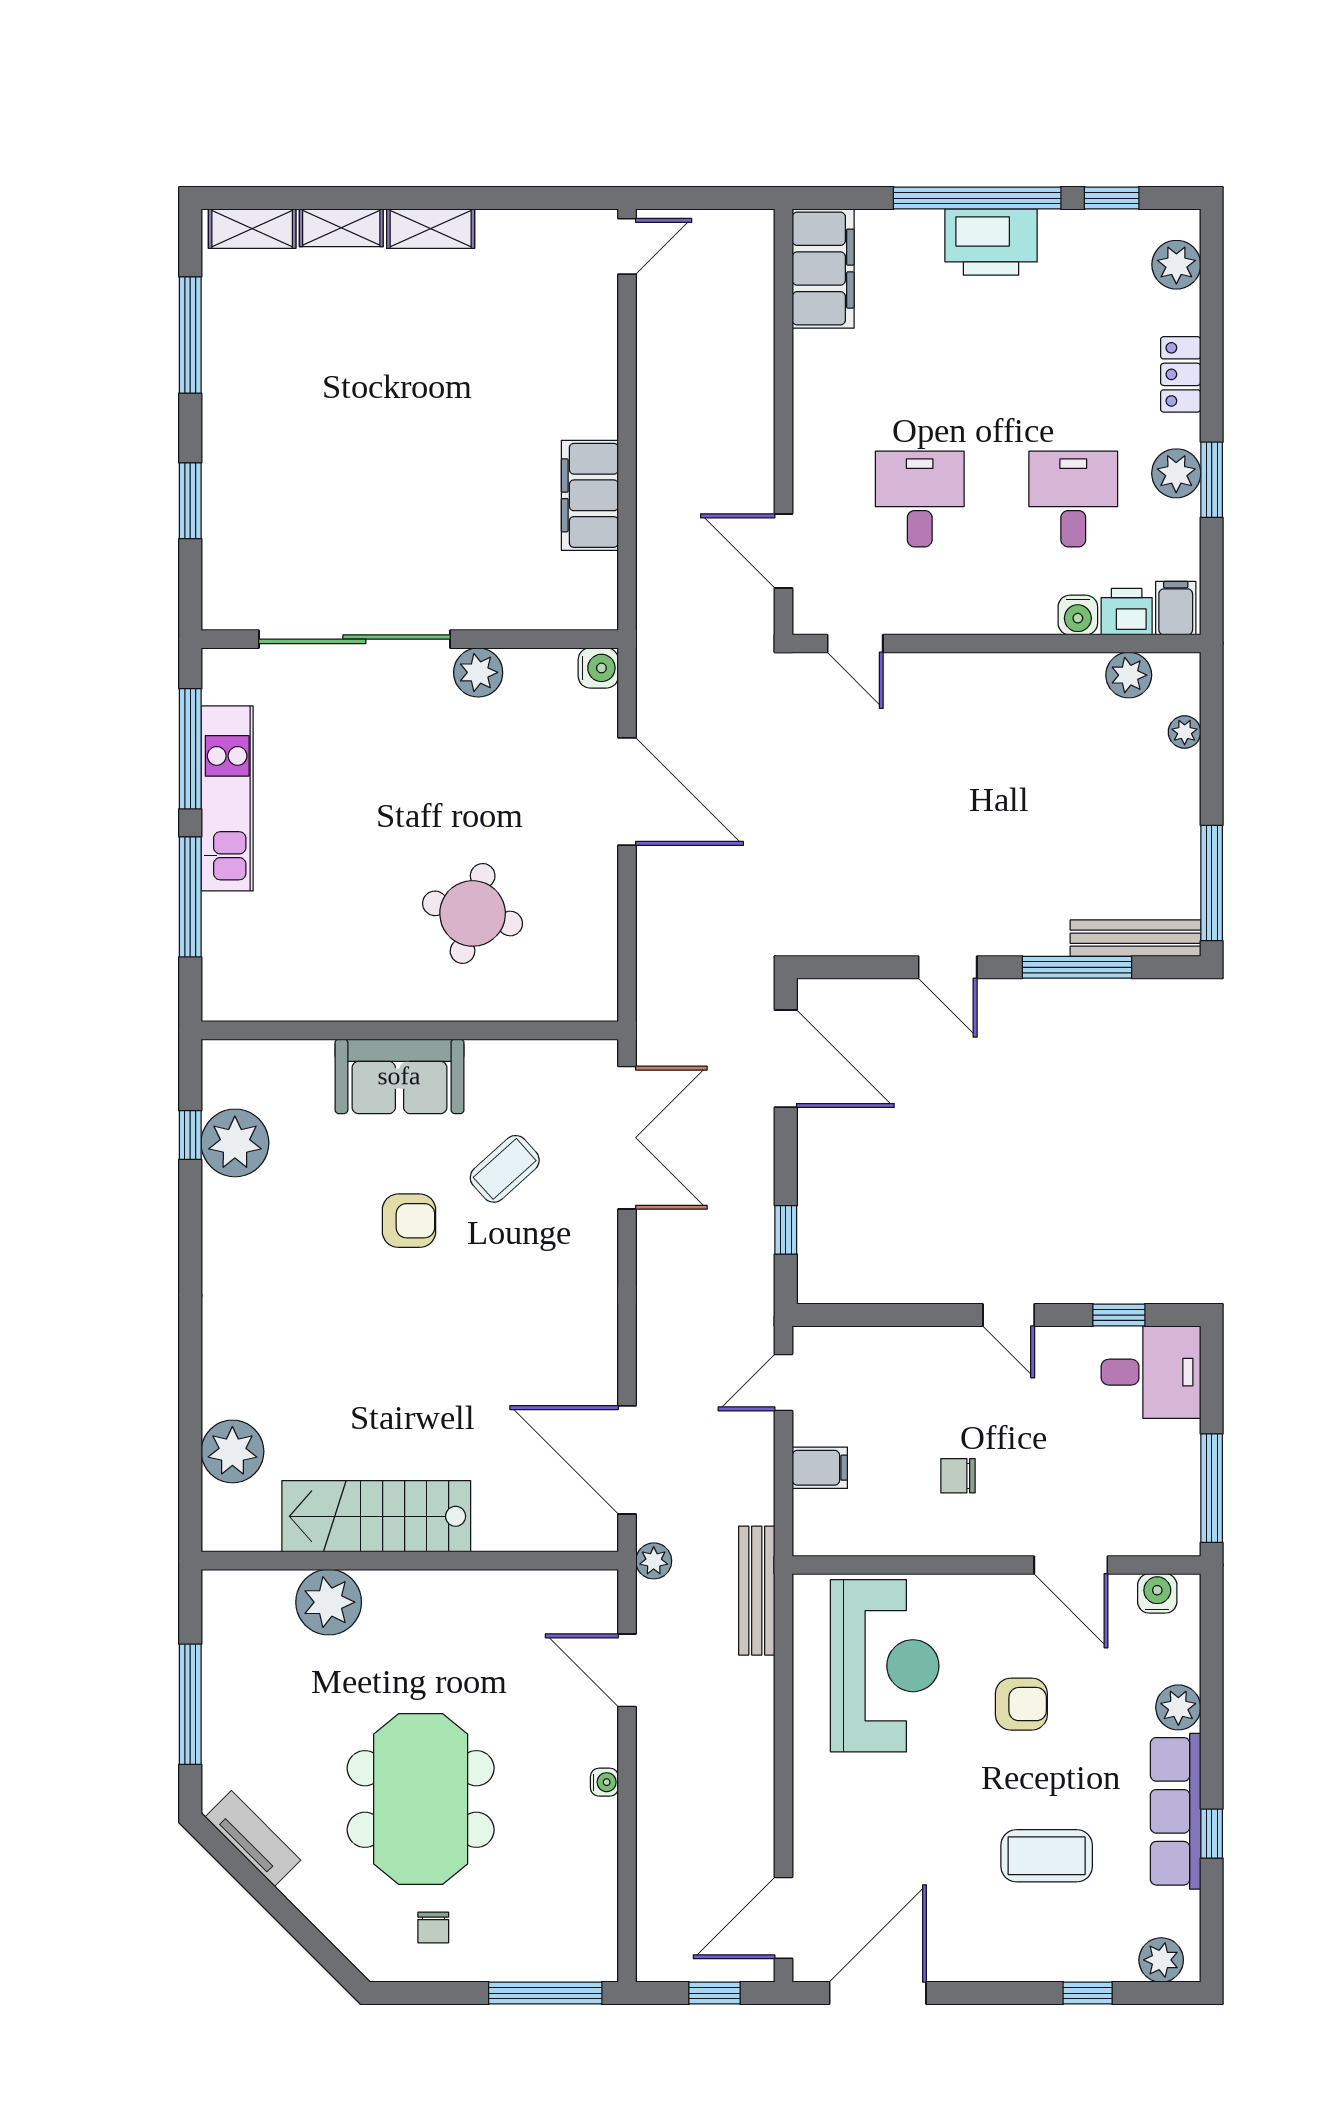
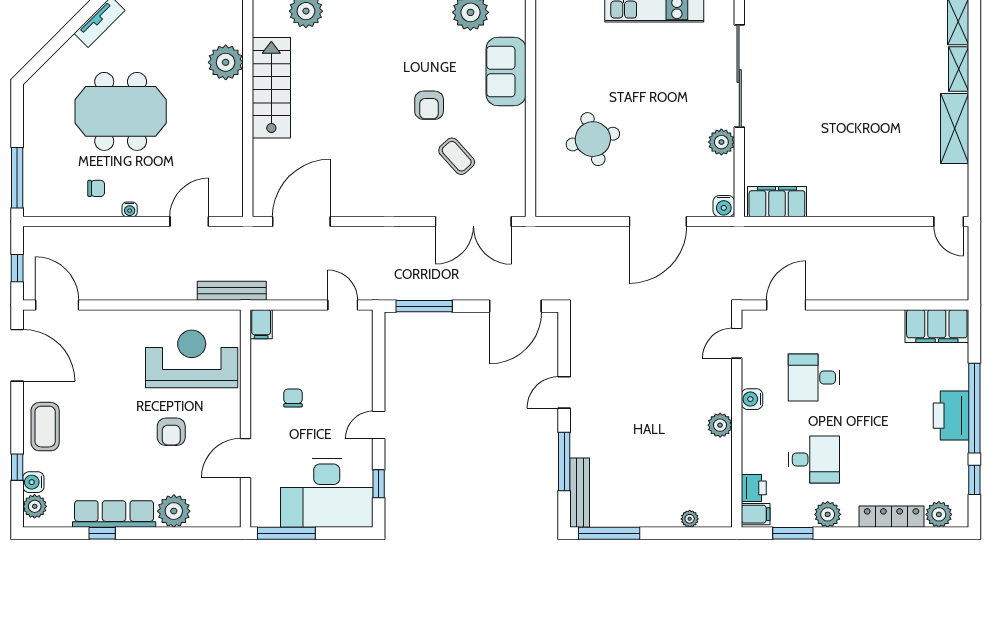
shelving: (431, 229) -> (955, 128), width x1.50, depth x1.33
locker: (1181, 374) -> (892, 517), width x1.53
window: (1212, 480) -> (793, 533), moved
filing cabinet: (590, 495) -> (777, 202), moved
desk: (920, 499) -> (814, 378), turned 180
water cooler: (1078, 615) -> (752, 399), moved
plant: (1129, 675) -> (720, 425), moved
round table: (473, 913) -> (593, 139), turned -30
sofa: (399, 1076) -> (506, 72), moved
window: (786, 1230) -> (424, 306), width x2.17
desk: (1151, 1372) -> (327, 493), width x1.87, depth x1.30
filing cabinet: (820, 1468) -> (261, 324), moved
plant: (654, 1561) -> (248, 236), removed
water cooler: (1157, 1593) -> (33, 482), moved, turned 180
reception desk: (885, 1666) -> (192, 359), turned 180
plant: (1178, 1707) -> (174, 511), width x1.36, depth x1.36
coffee table: (1047, 1856) -> (45, 427), moved
chair: (433, 1928) -> (96, 188), moved, turned 180

